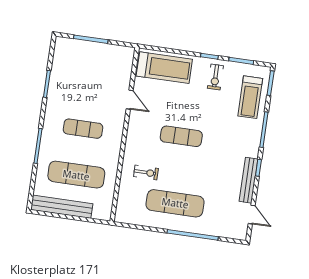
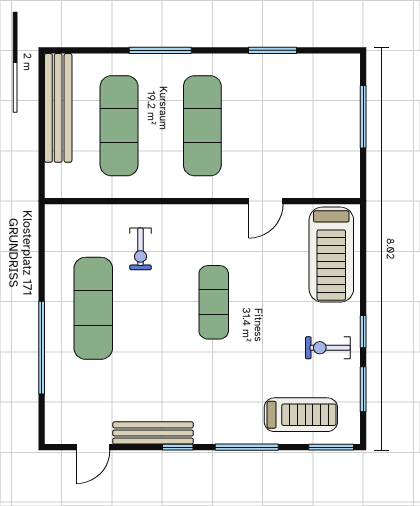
treadmill: (250, 97) -> (301, 415), turned 180
exercise mat: (83, 129) -> (202, 126), width x1.36, depth x1.45

